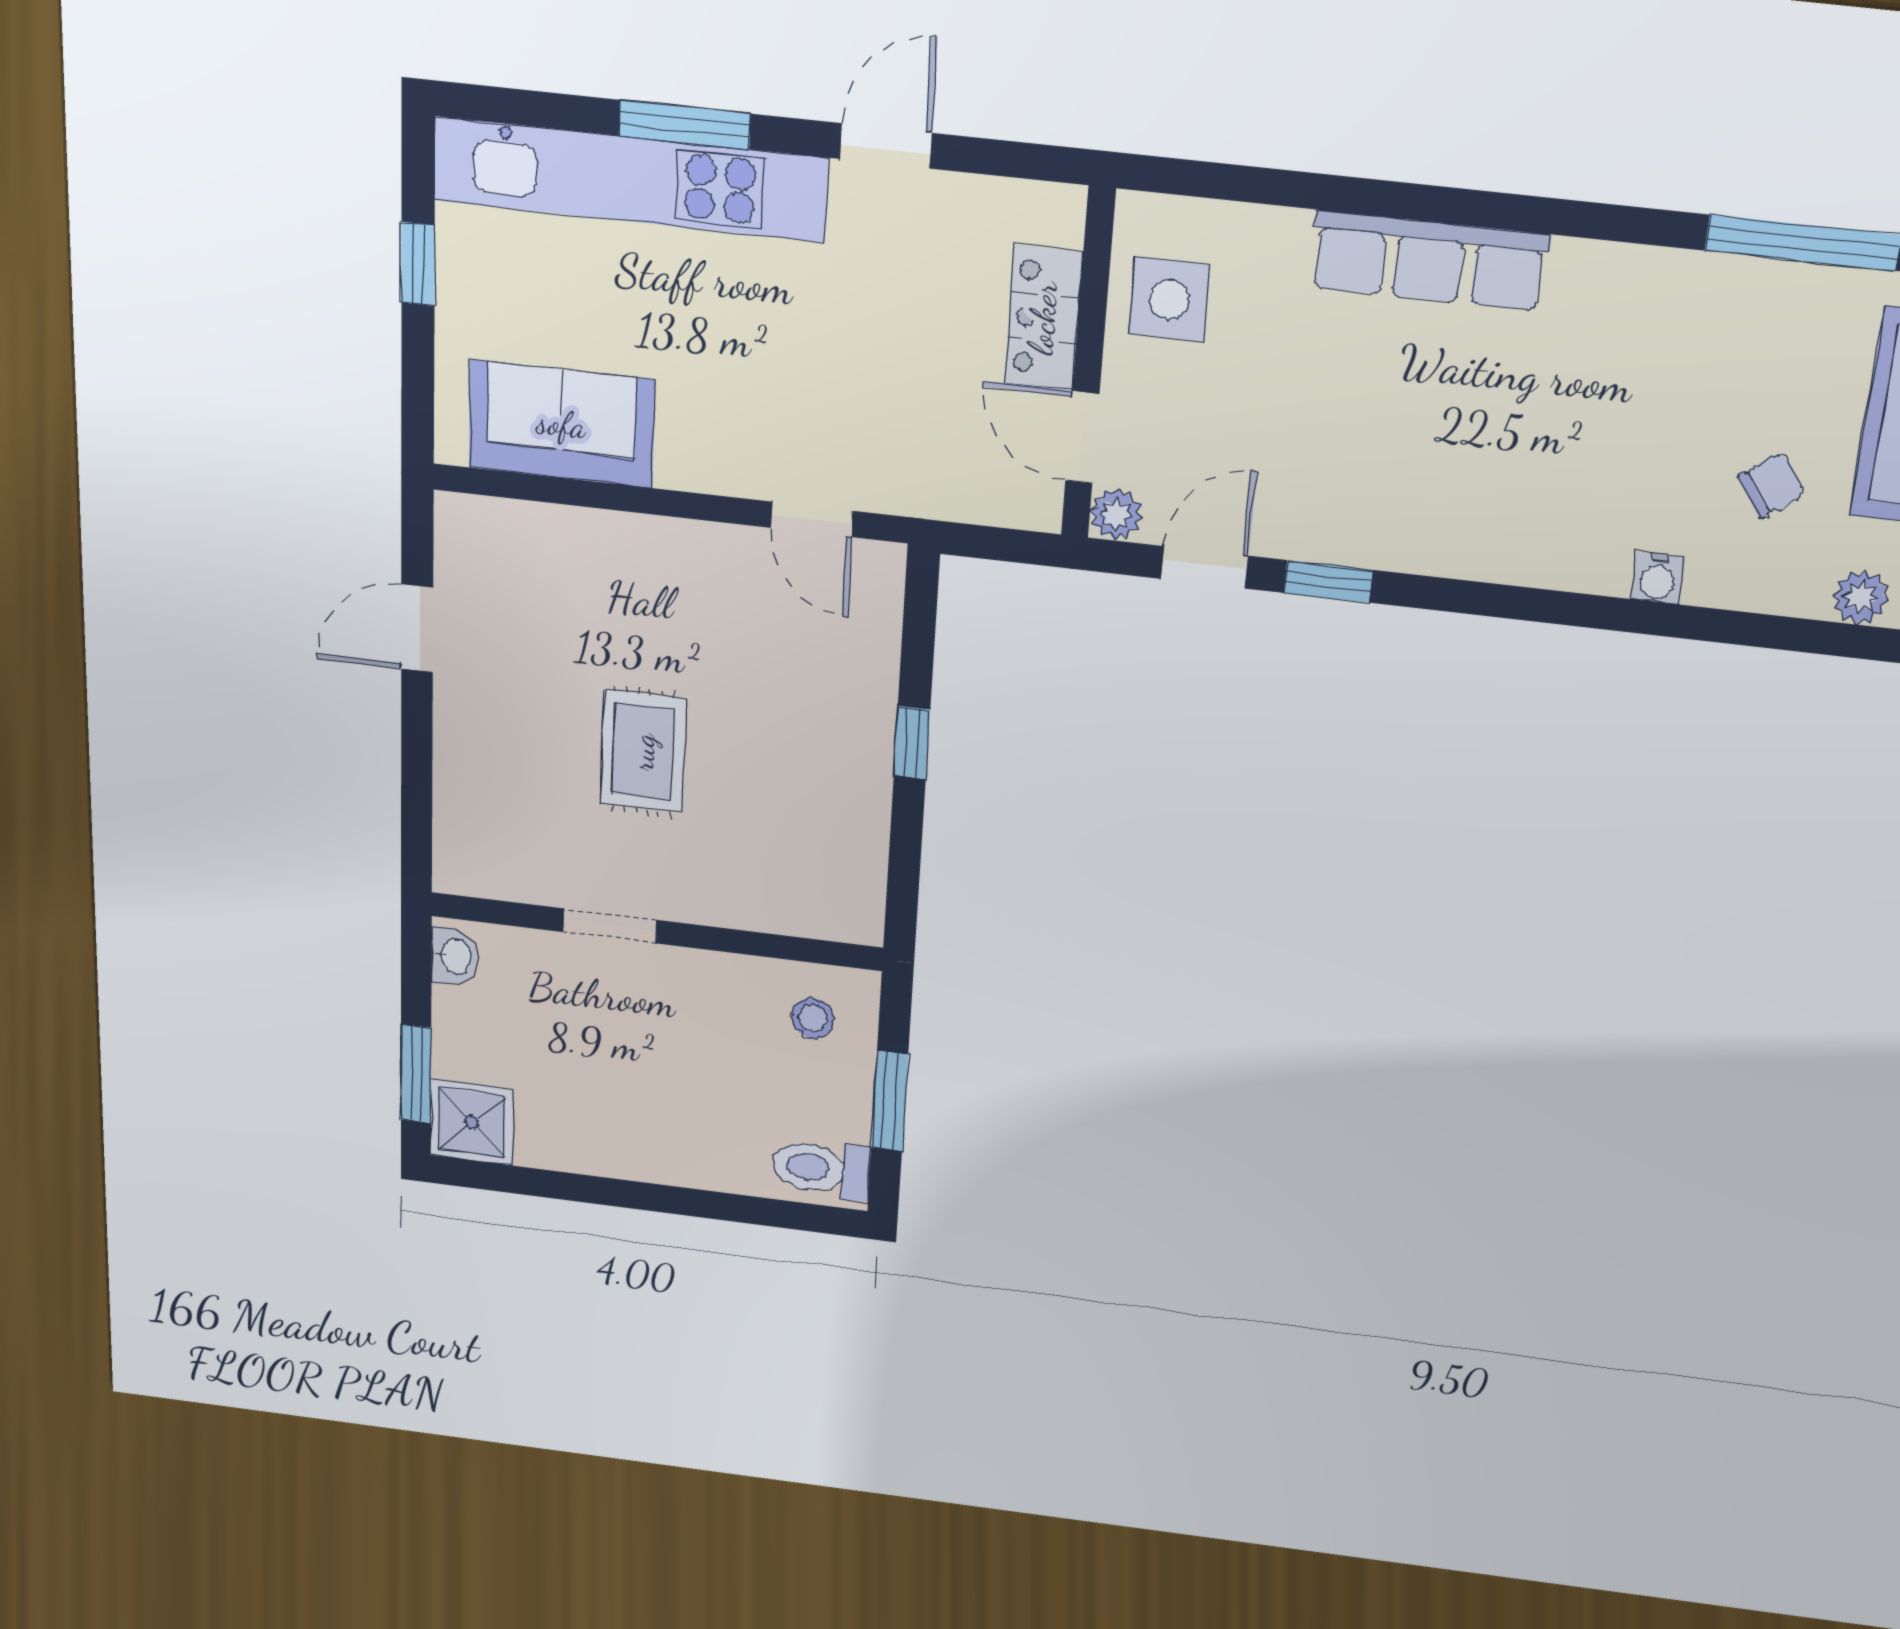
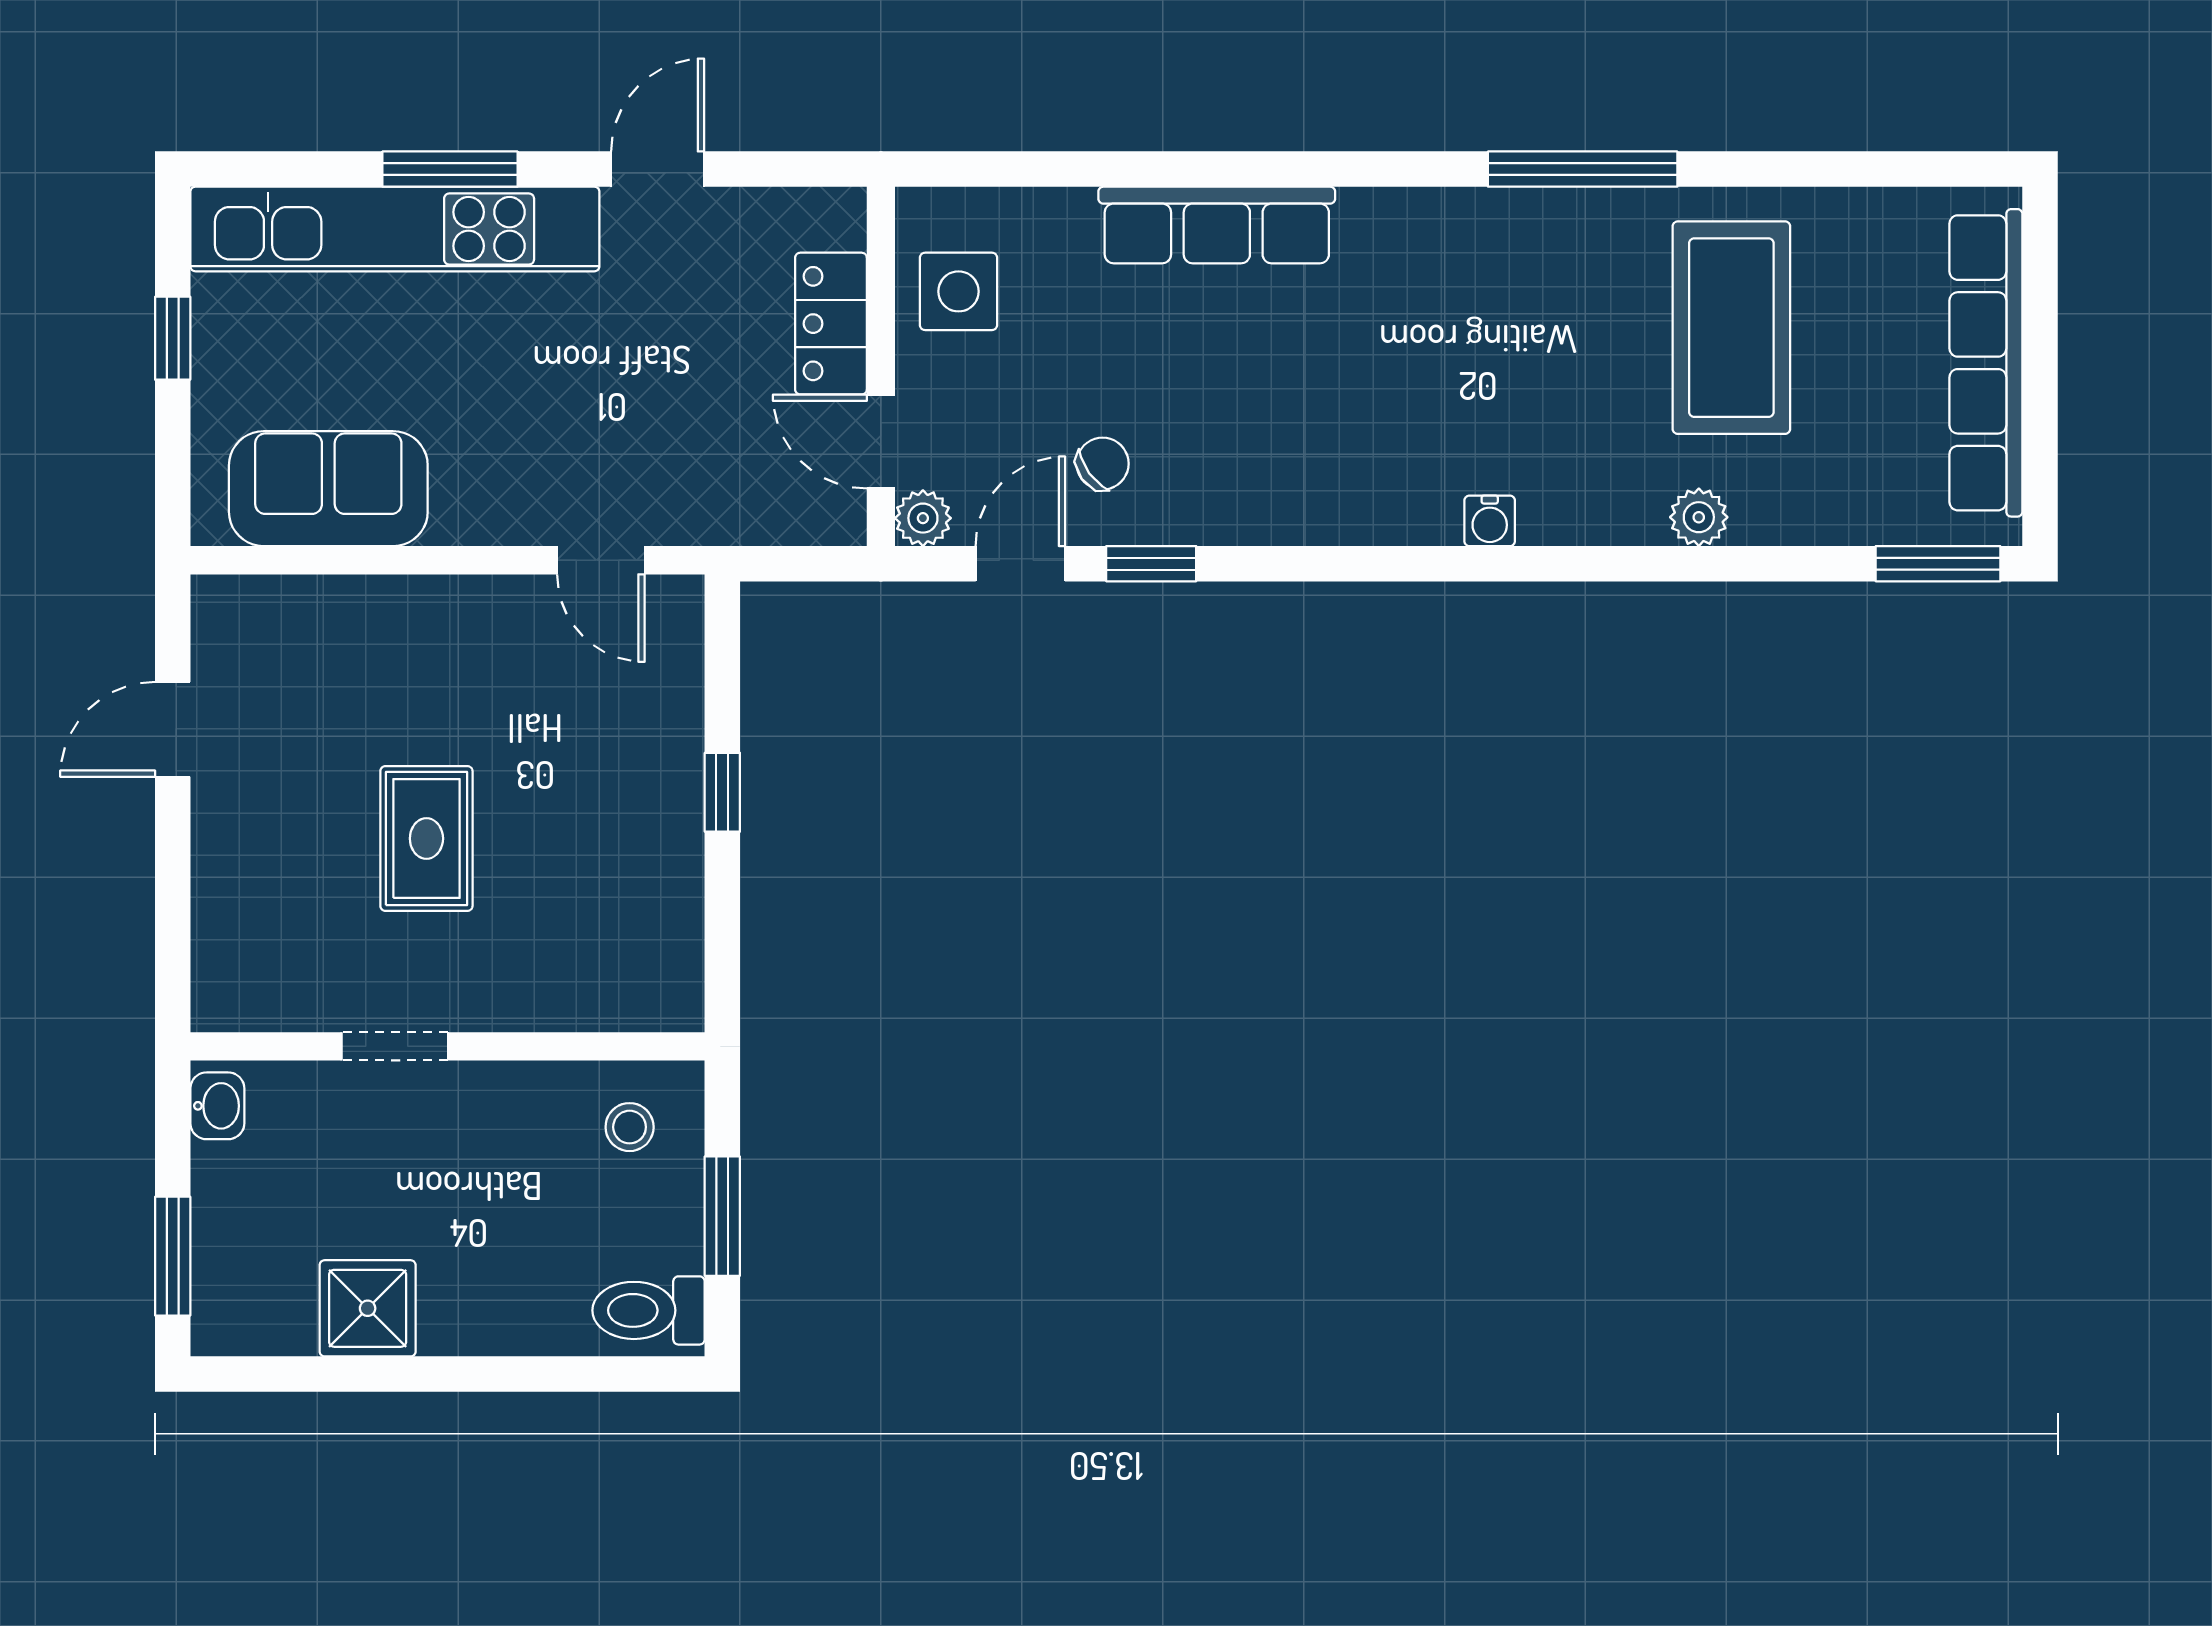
chair: (1772, 485) -> (1103, 464), moved
shower: (472, 1122) -> (368, 1308), moved

